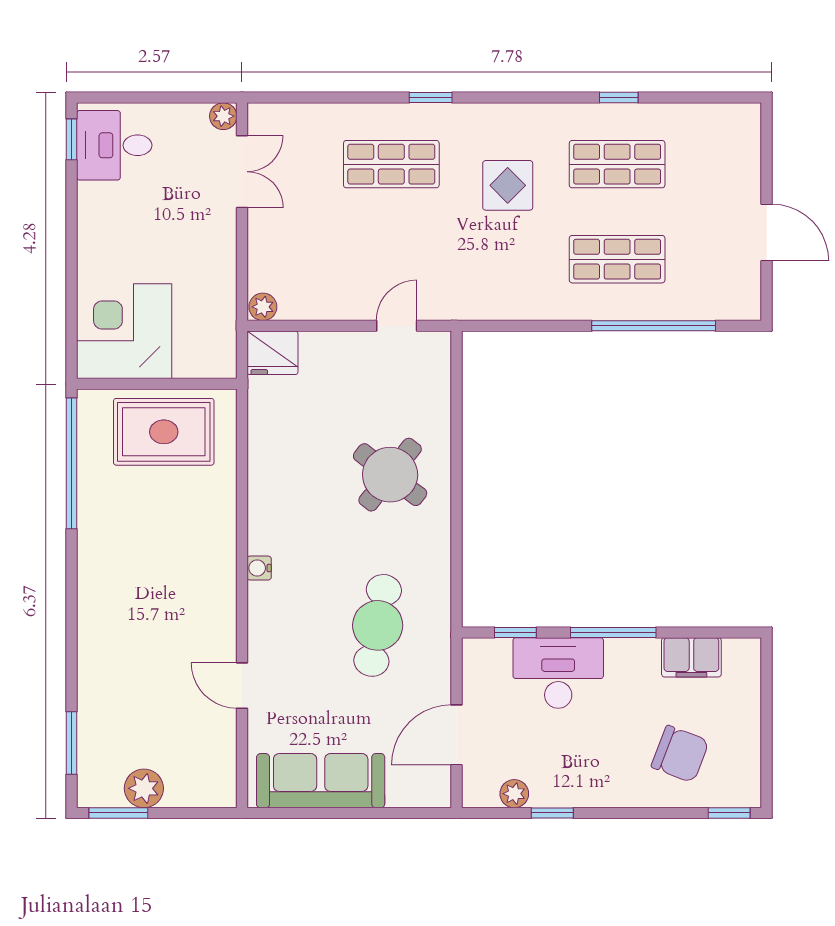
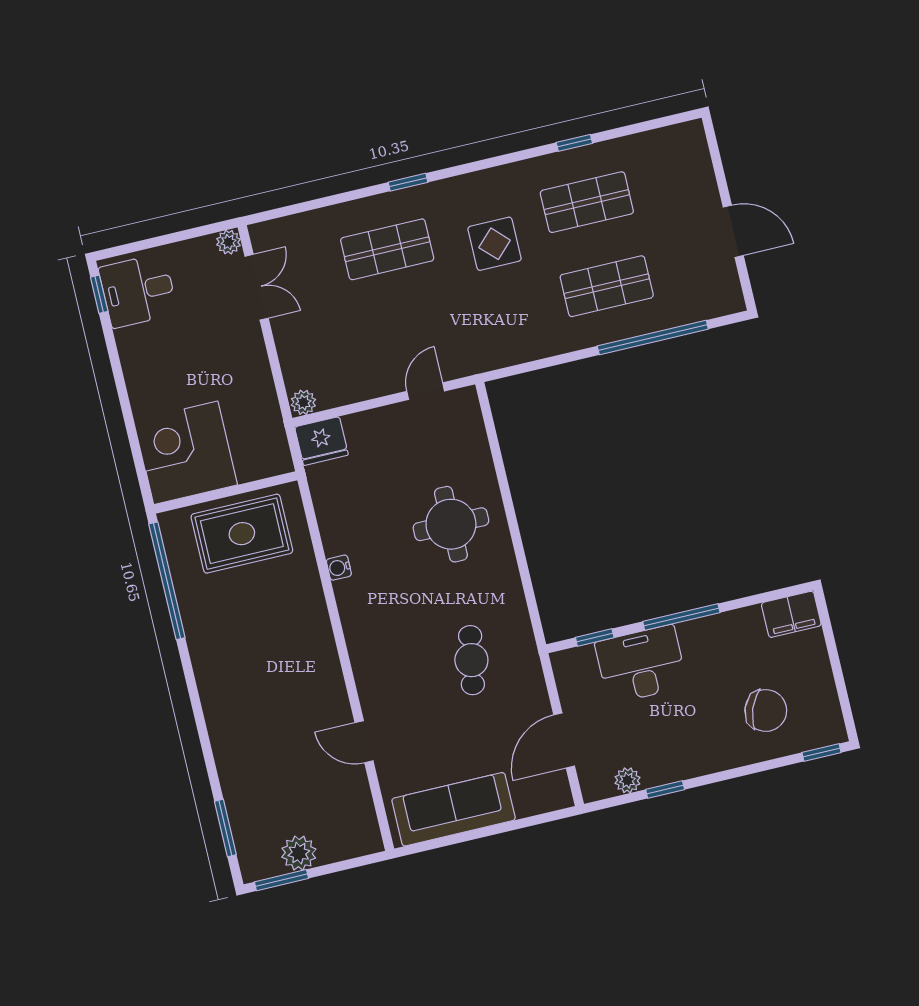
round table: (390, 475) -> (451, 524), turned -38
water cooler: (259, 568) -> (339, 568), moved
cafe table: (378, 625) -> (471, 660), width x0.73, depth x0.74
filing cabinet: (691, 657) -> (791, 614), moved

